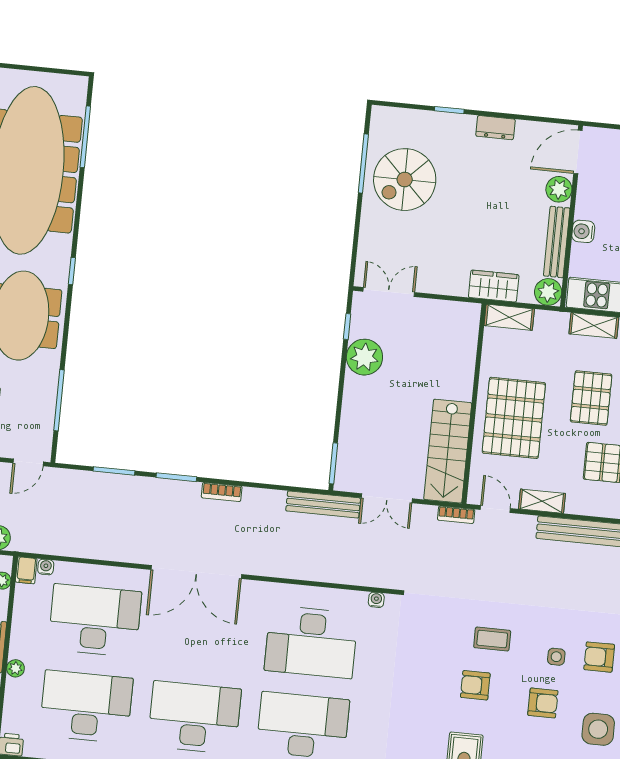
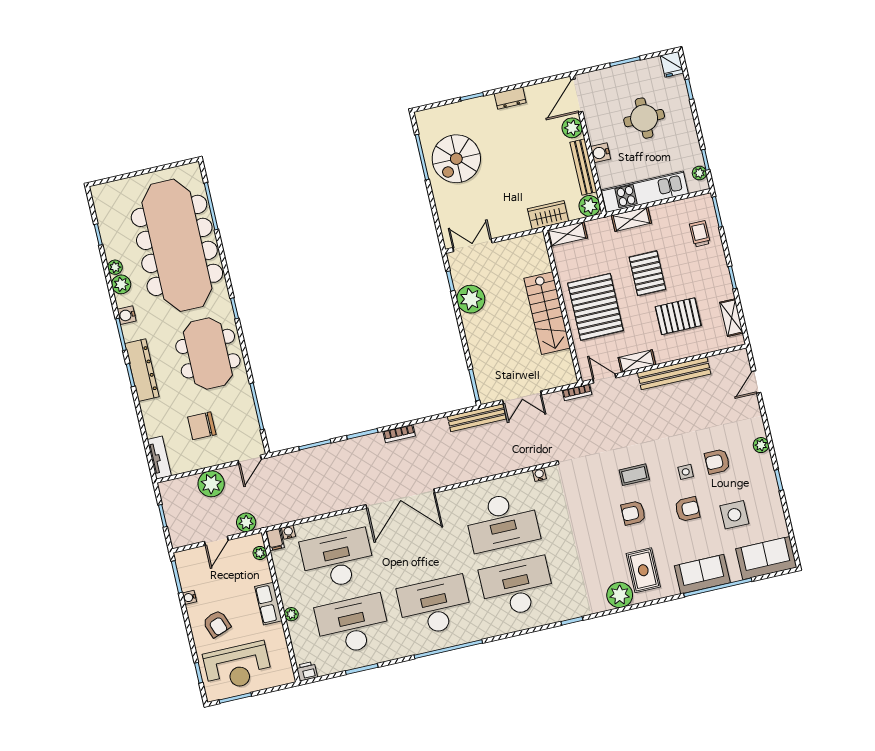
stairs: (448, 451) -> (547, 313), moved

